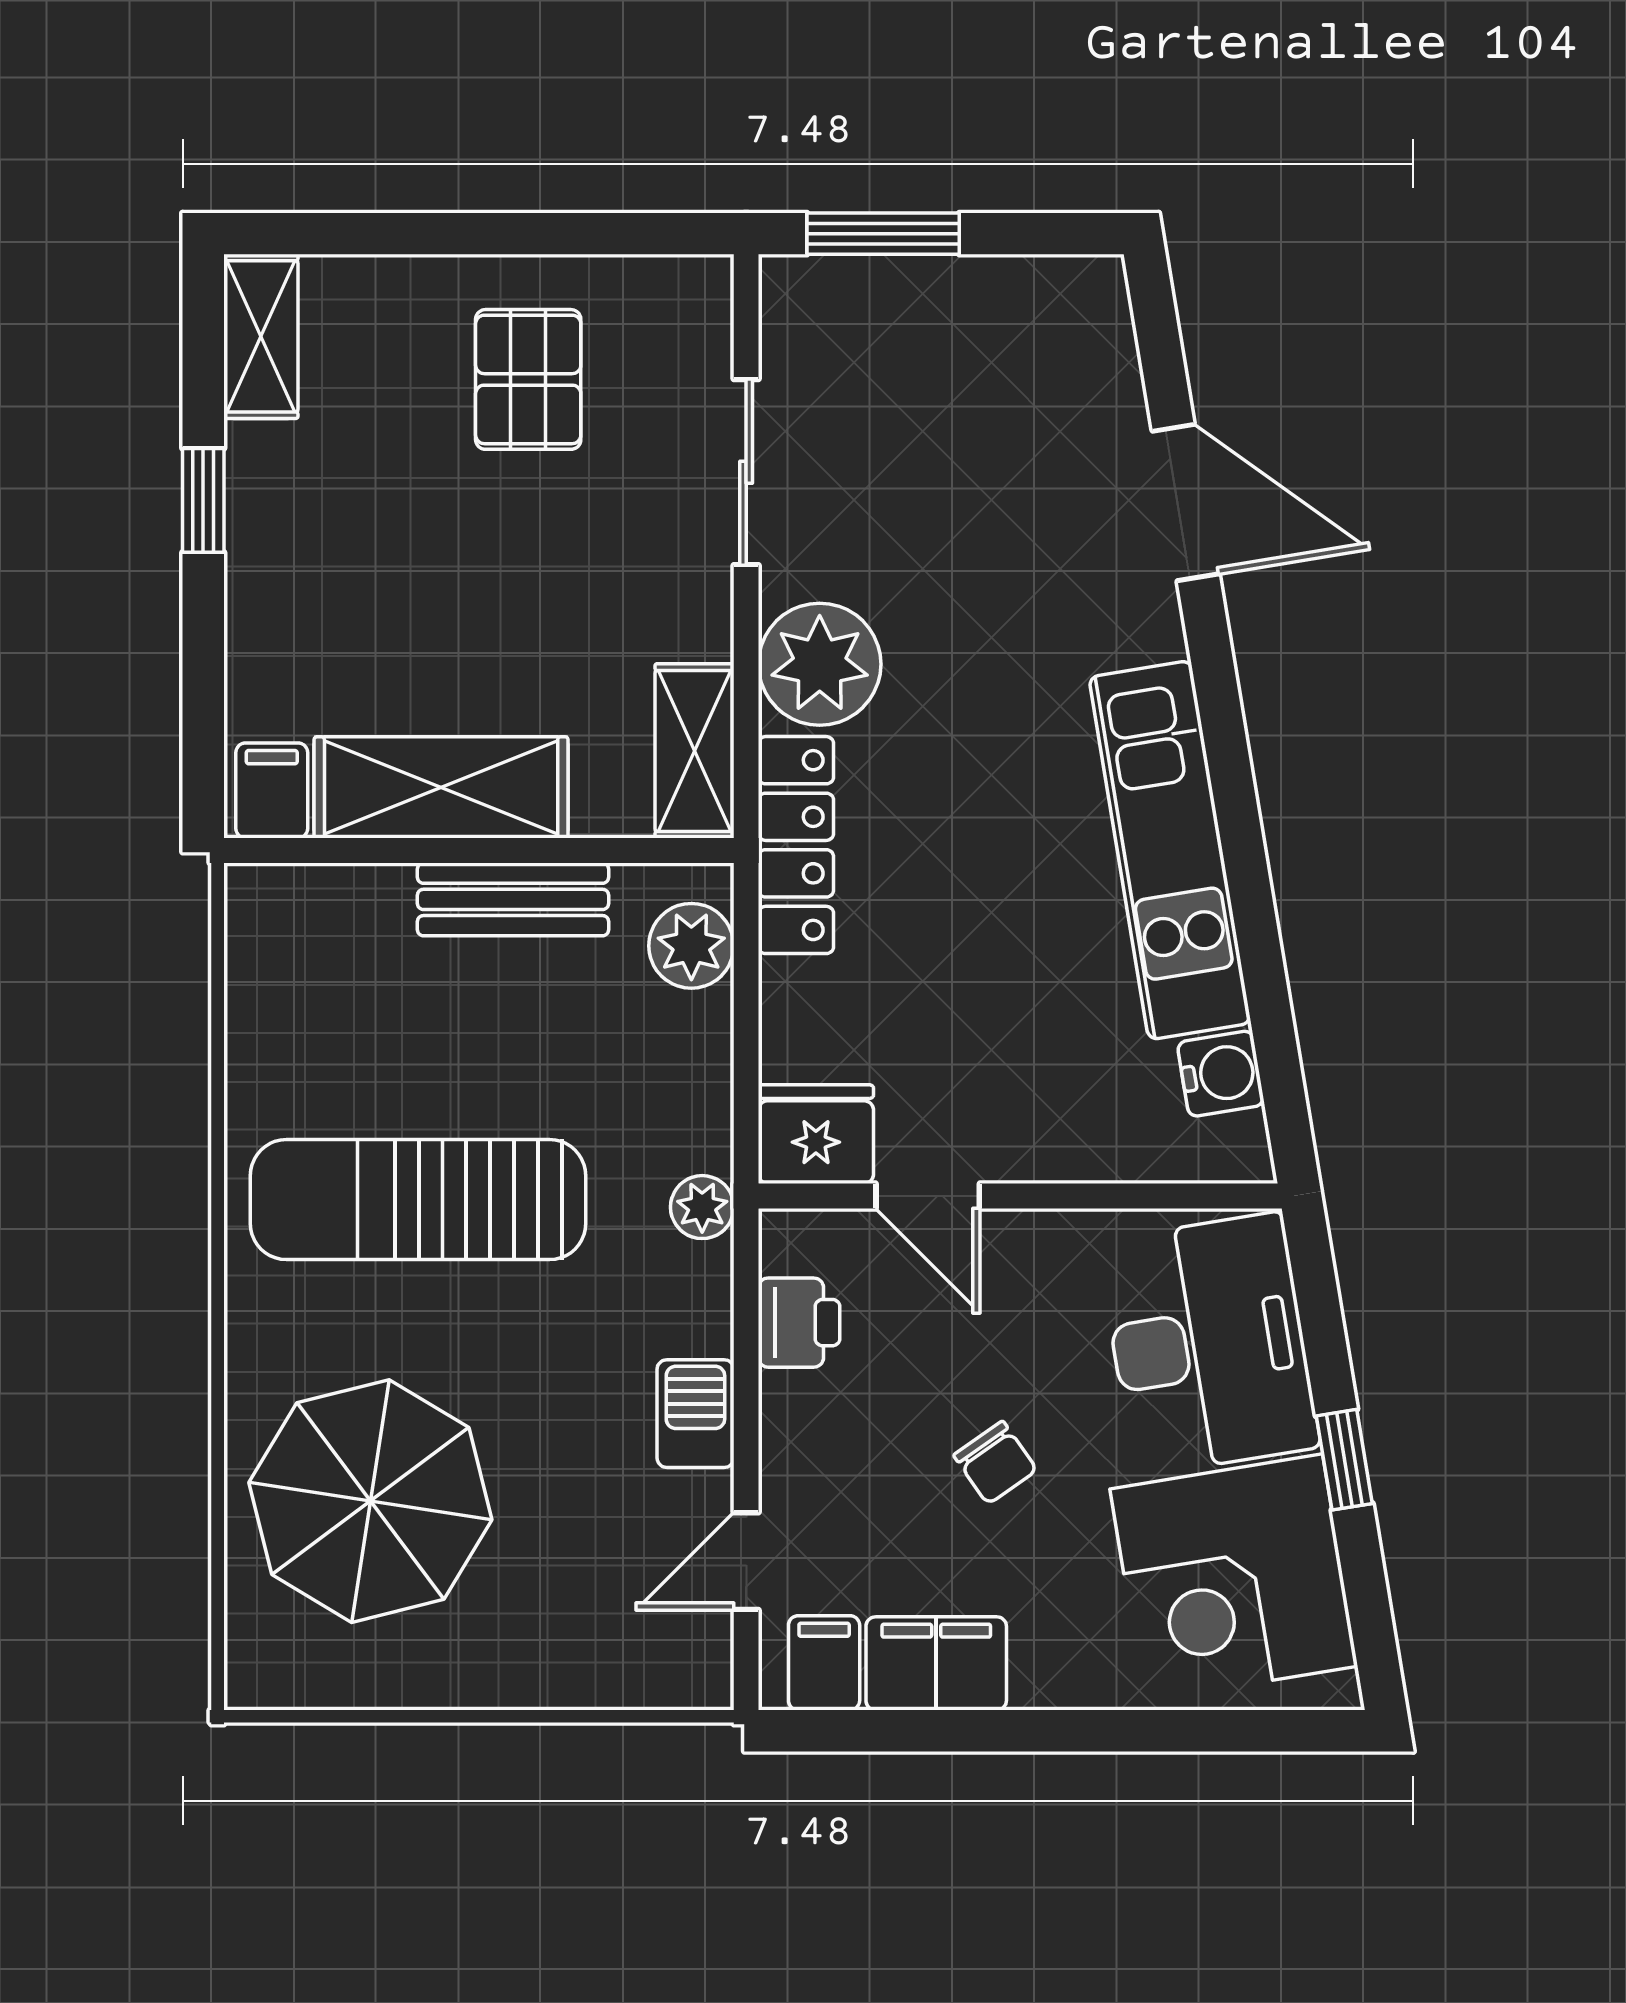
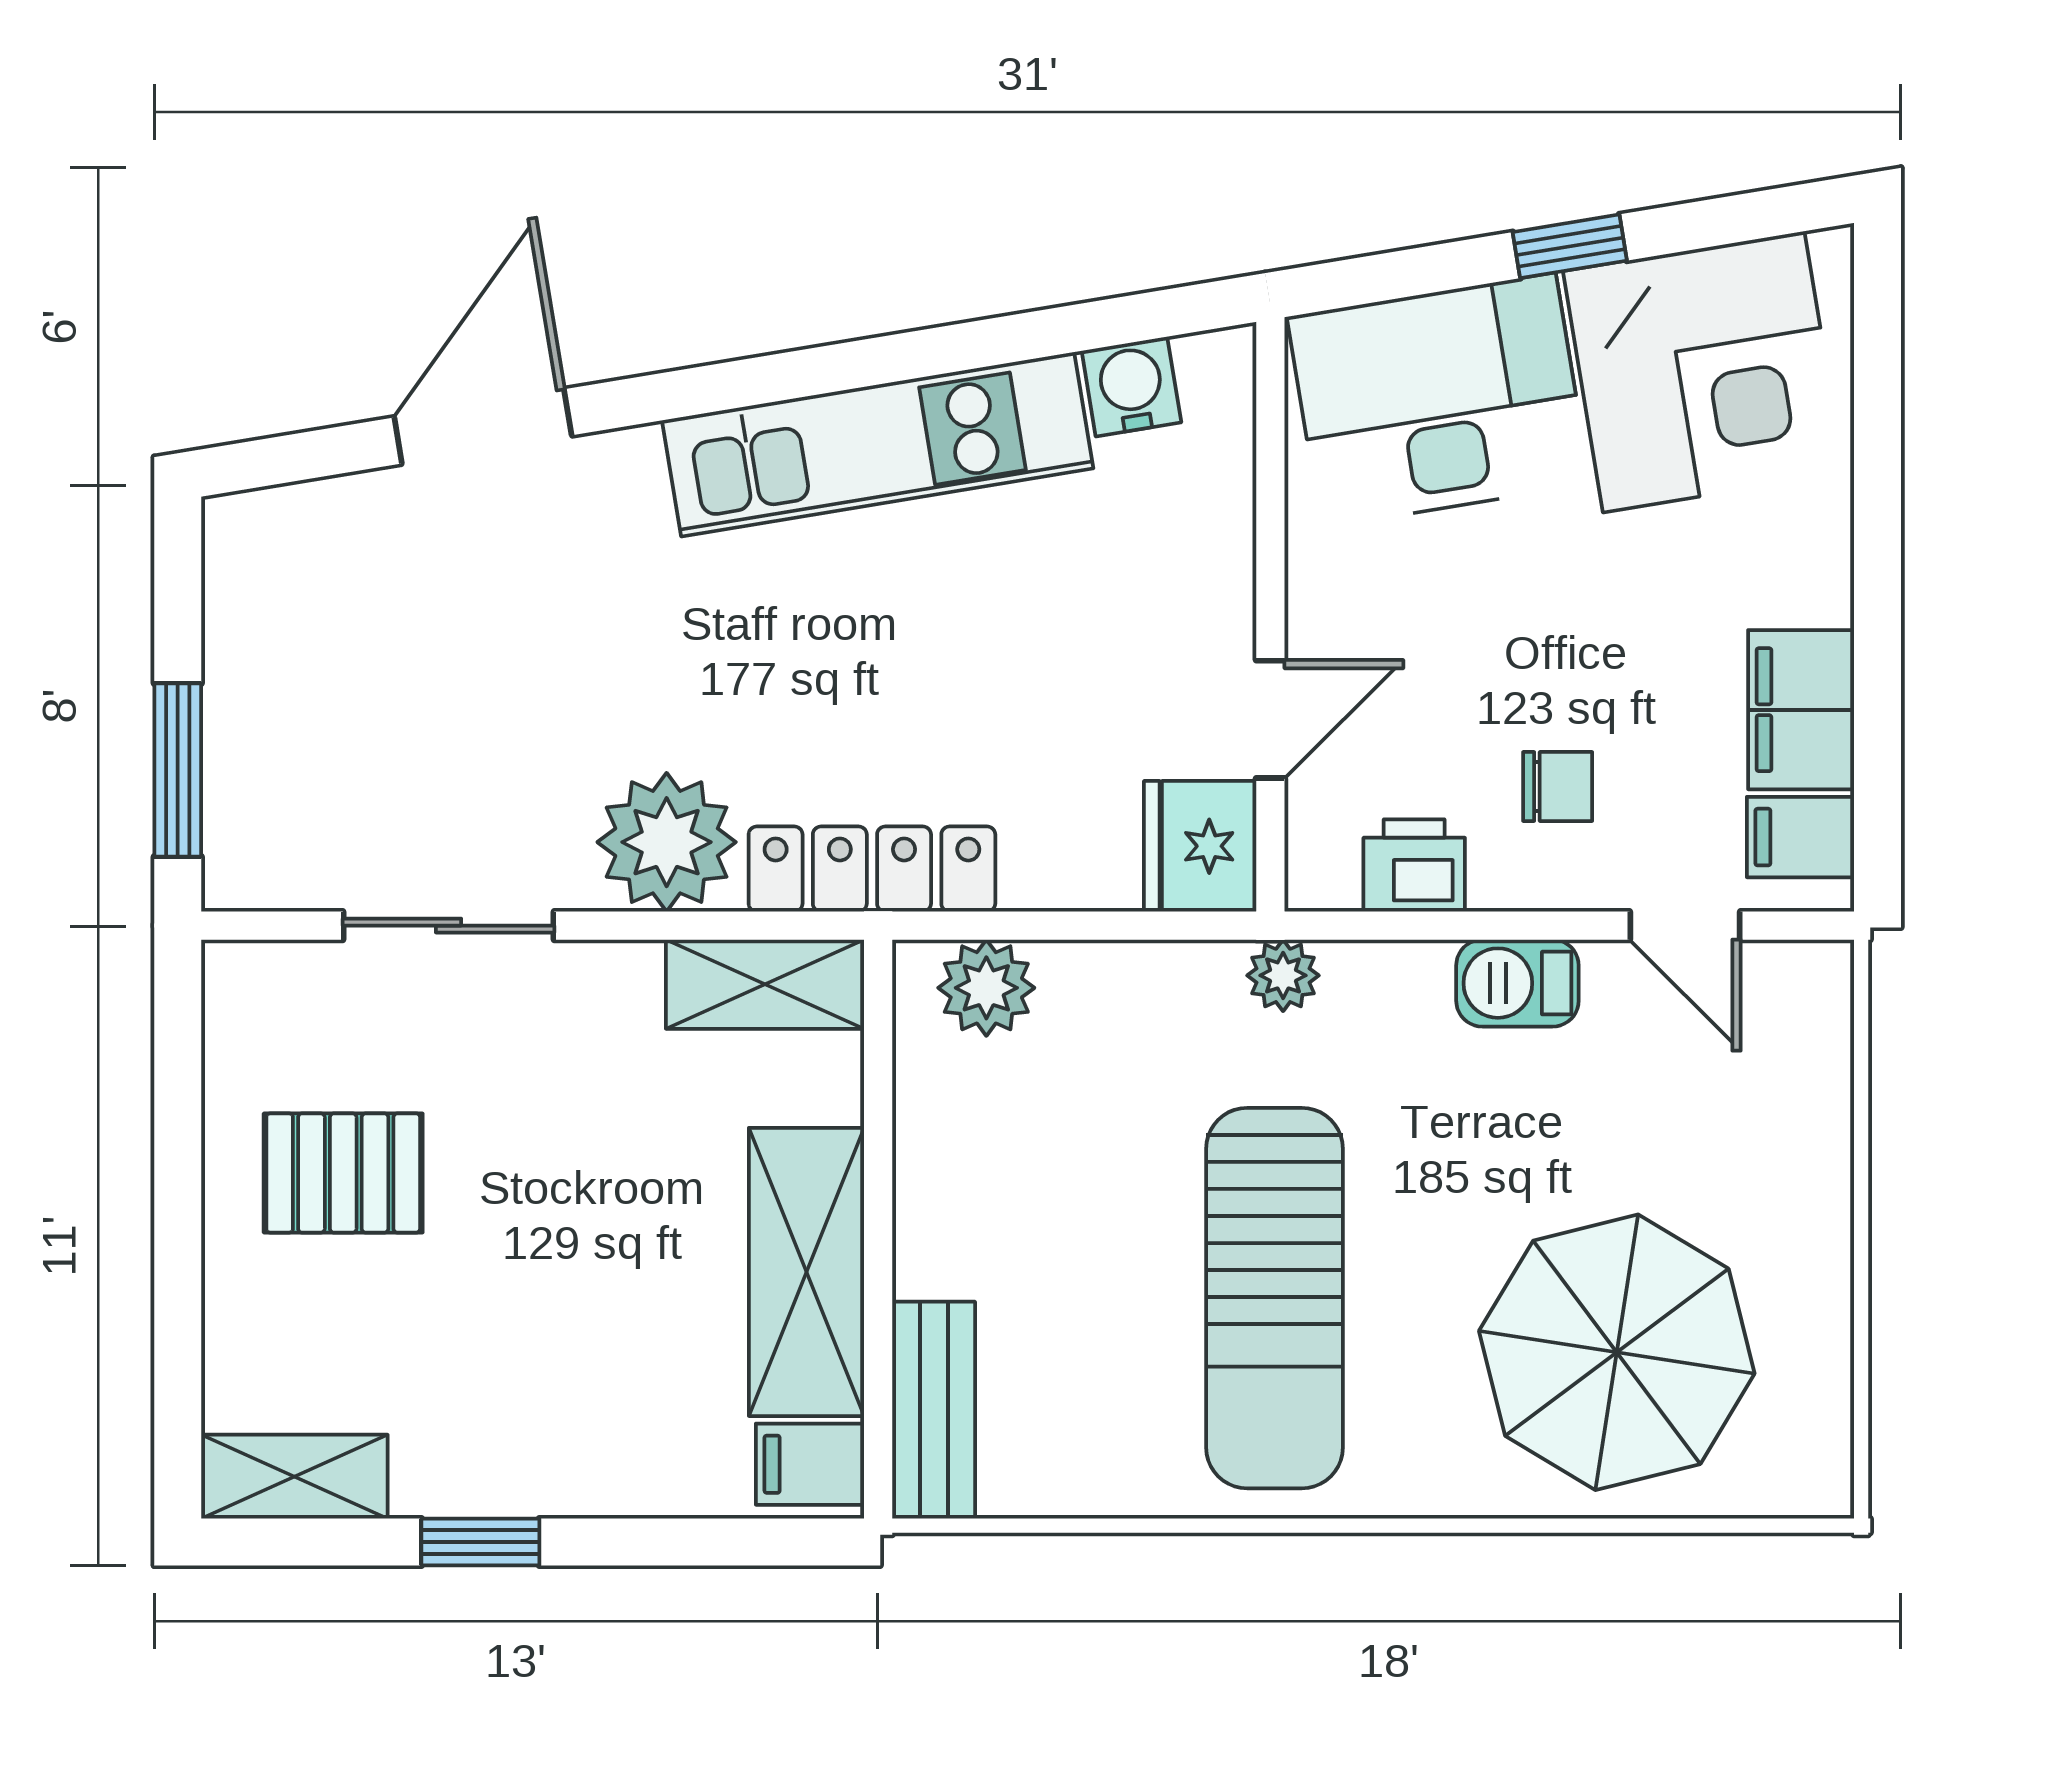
bench: (513, 899) -> (934, 1410), moved
chair: (995, 1463) -> (1558, 786), moved, turned 35

